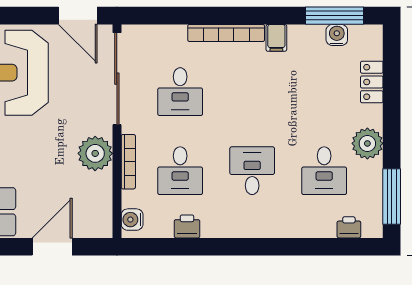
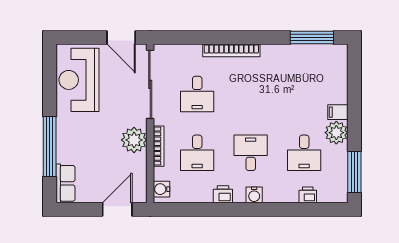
water cooler: (337, 35) -> (254, 195), moved, turned 180
filing cabinet: (276, 38) -> (338, 112), moved, turned 90
locker: (372, 82) -> (340, 87), removed
printer: (187, 226) -> (223, 194), moved
printer: (349, 227) -> (308, 195), moved
door: (52, 247) -> (117, 209), moved

